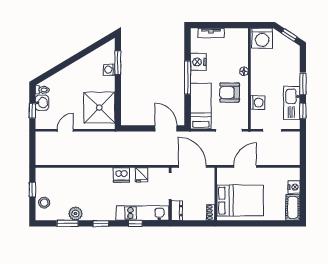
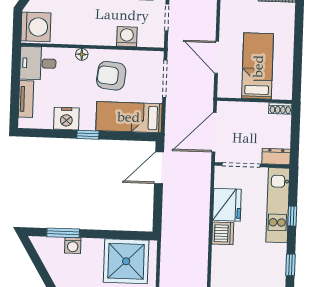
desk: (237, 41) -> (38, 63), added
window: (187, 78) -> (88, 135), width x0.46
armchair: (230, 93) -> (111, 76), turned 96
fridge: (142, 175) -> (227, 205), width x1.88, depth x1.34
bed: (240, 201) -> (258, 66), width x0.67

